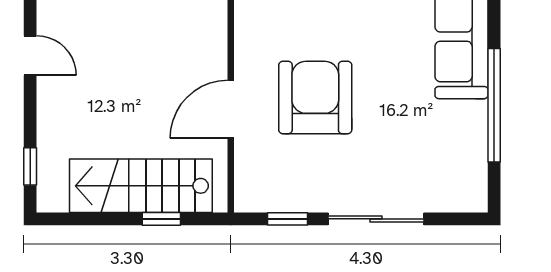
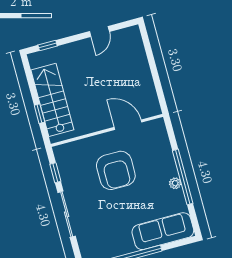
armchair: (315, 97) -> (116, 170), turned 90
door: (231, 109) -> (128, 125), moved

